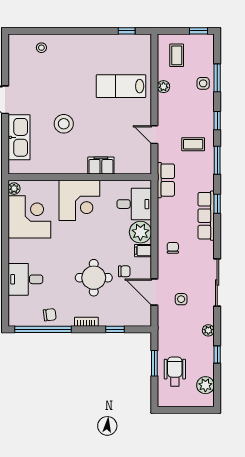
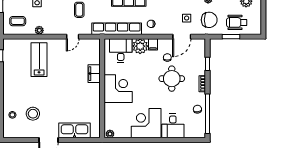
lab bench: (121, 86) -> (39, 60), turned 180
stool: (64, 124) -> (33, 114), moved
row of seats: (166, 180) -> (117, 29), width x2.02
corner desk: (29, 217) -> (146, 123), moved
chair: (179, 332) -> (209, 20), added

